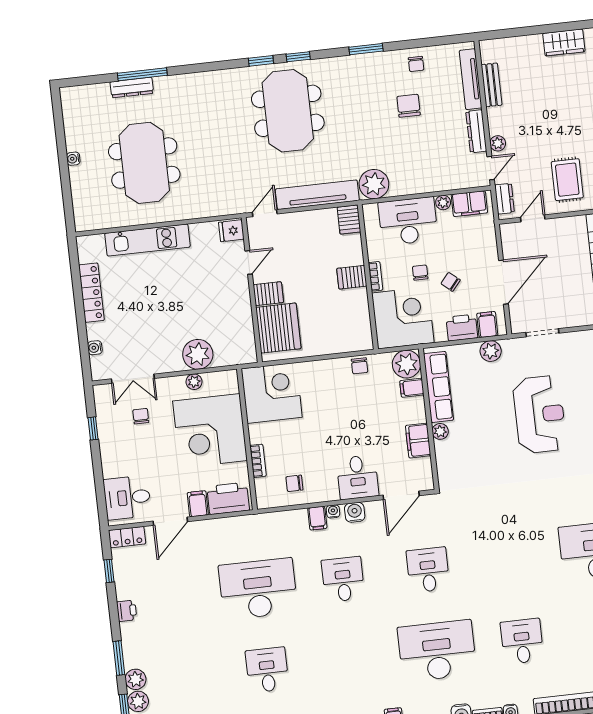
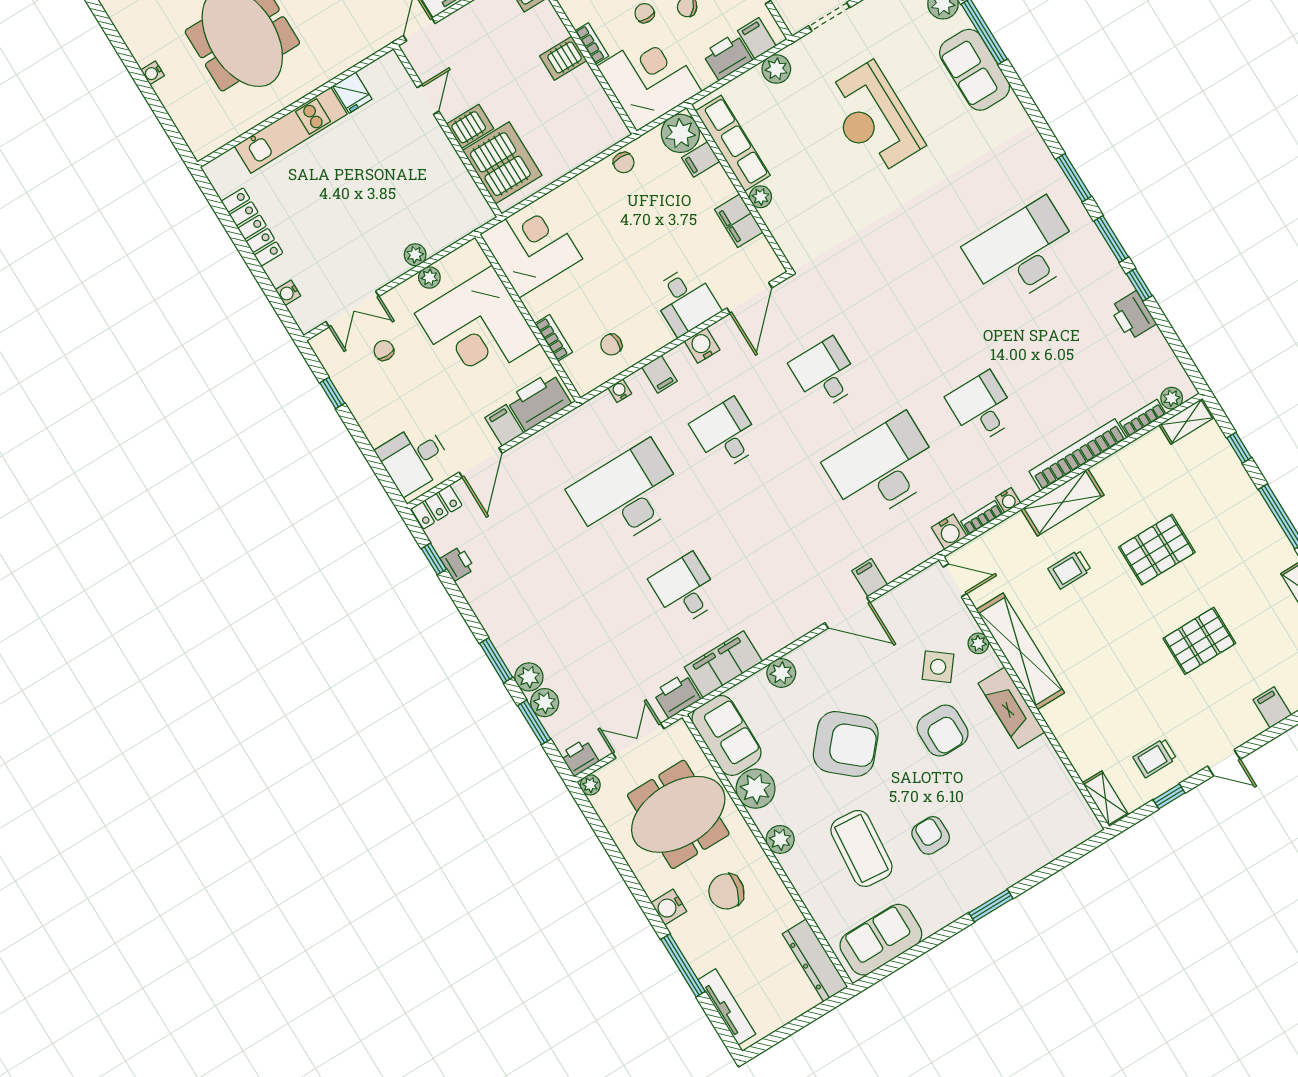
fridge: (231, 231) -> (352, 93), moved, turned -90
plant: (198, 354) -> (415, 255), width x0.53, depth x0.53
reception desk: (540, 414) -> (873, 119), turned 180
water cooler: (333, 511) -> (620, 391), moved
printer: (127, 611) -> (458, 564), moved

